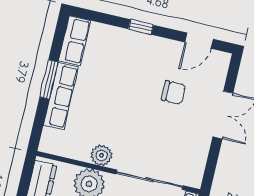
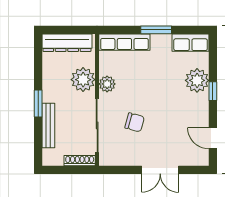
plant: (123, 44) -> (197, 80), added
chair: (173, 92) -> (135, 122), moved, turned -75
row of seats: (61, 96) -> (124, 42), moved

